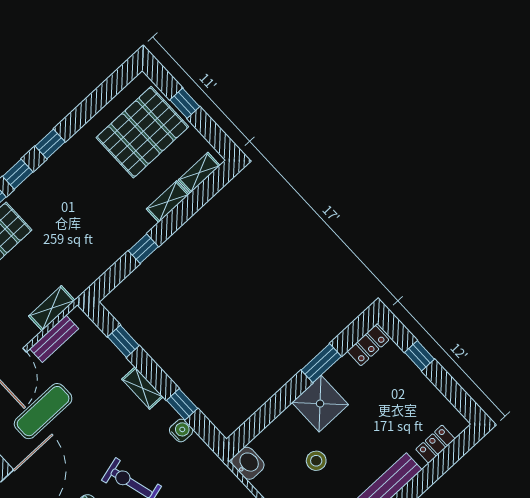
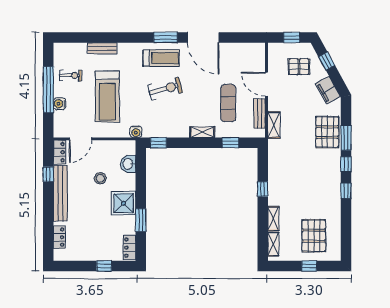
pallet: (142, 132) -> (314, 236), width x0.73, depth x0.71
window: (182, 404) -> (158, 143), moved
exercise mat: (43, 411) -> (228, 103), moved
water cooler: (181, 430) -> (136, 132), moved
washbasin: (248, 463) -> (128, 164), moved, turned 90

